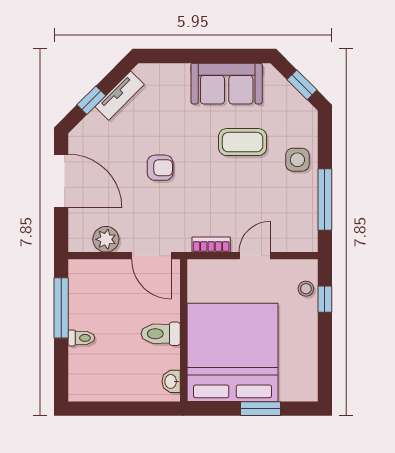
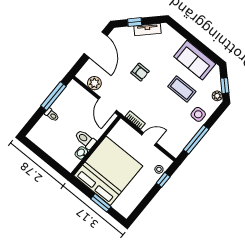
plant: (303, 109) -> (217, 96), added
washbasin: (171, 381) -> (81, 153), moved

